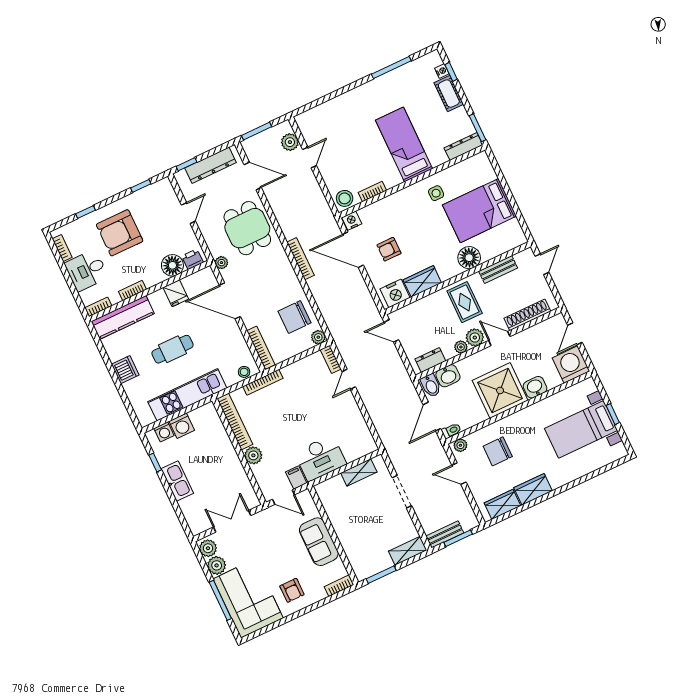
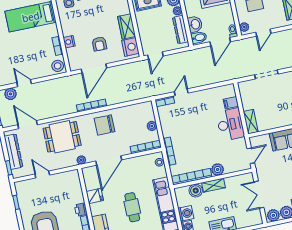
door: (253, 176) -> (28, 125), hinge flipped
nightstand: (352, 221) -> (69, 42), moved
printer: (193, 259) -> (81, 210), moved
floor lamp: (172, 265) -> (75, 194), removed
chair: (295, 317) -> (105, 125), moved, turned 90
plant: (318, 337) -> (152, 126), moved
dresser: (430, 360) -> (181, 30), width x1.44
door: (349, 379) -> (181, 92), swing flipped
door: (432, 417) -> (220, 42), hinge flipped
boiler: (217, 432) -> (196, 191), added
shelving: (230, 455) -> (213, 185), added
shelving: (359, 472) -> (251, 122), moved
filing cabinet: (296, 478) -> (231, 103), moved

